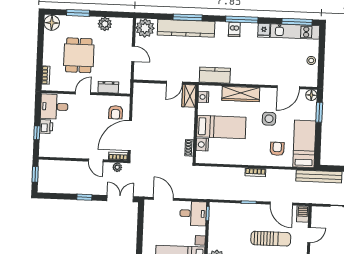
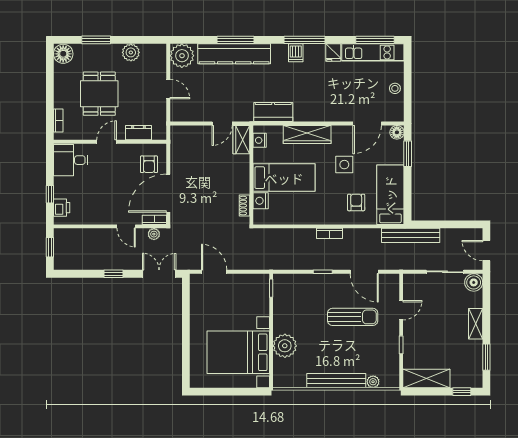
printer: (46, 127) -> (62, 208), moved
desk: (193, 214) -> (253, 289), removed
barbecue: (303, 214) -> (392, 284), removed

